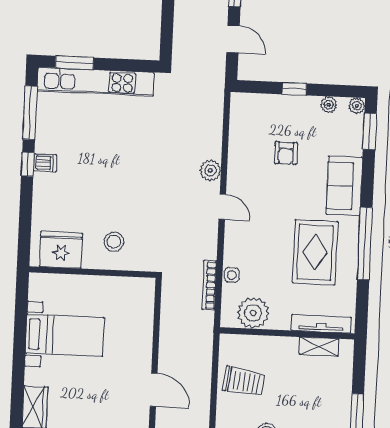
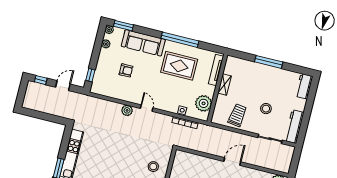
window: (294, 89) -> (90, 75), moved
sofa: (344, 186) -> (143, 43), width x1.36
door: (222, 207) -> (147, 108), hinge flipped
shelving: (319, 347) -> (225, 84), moved

